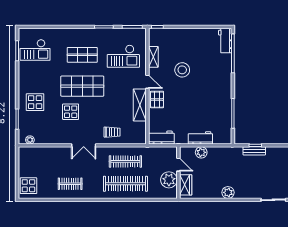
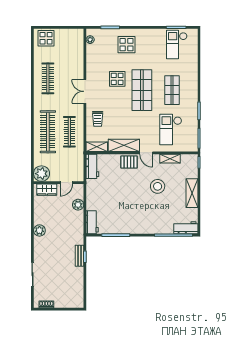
shelving: (189, 34) -> (192, 193), added
door: (147, 82) -> (146, 153), hinge flipped
shelving: (141, 133) -> (97, 147), added
workbench: (200, 138) -> (92, 222), moved
plant: (169, 180) -> (42, 174), moved
clothes rail: (70, 184) -> (48, 78), width x1.36

